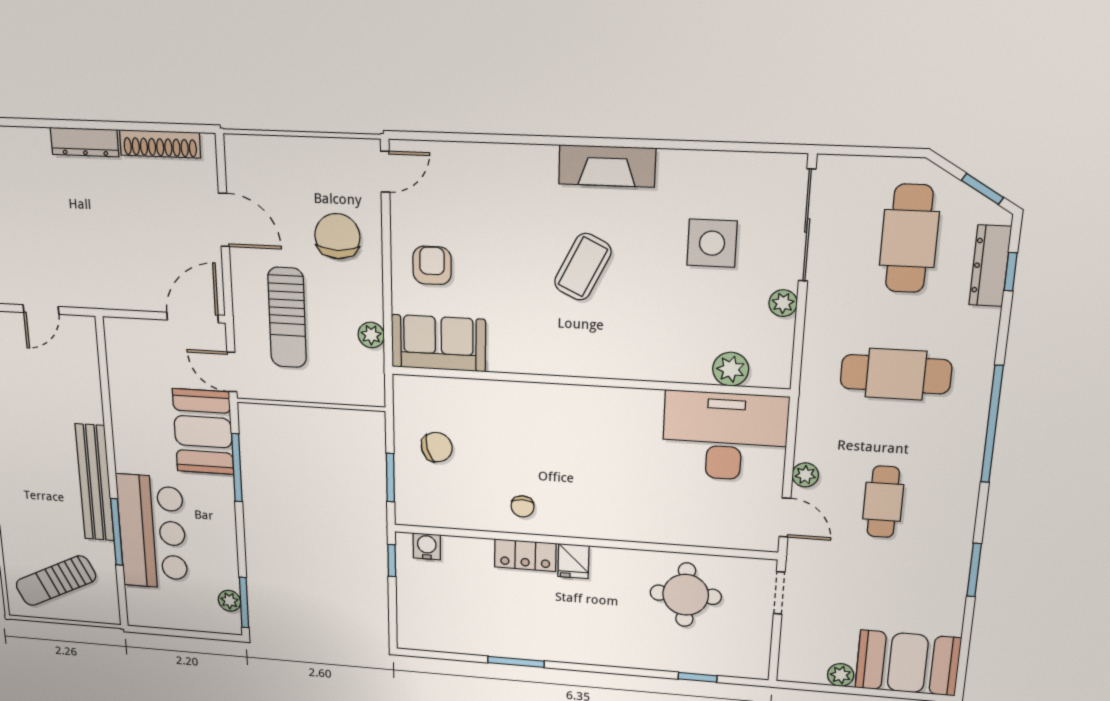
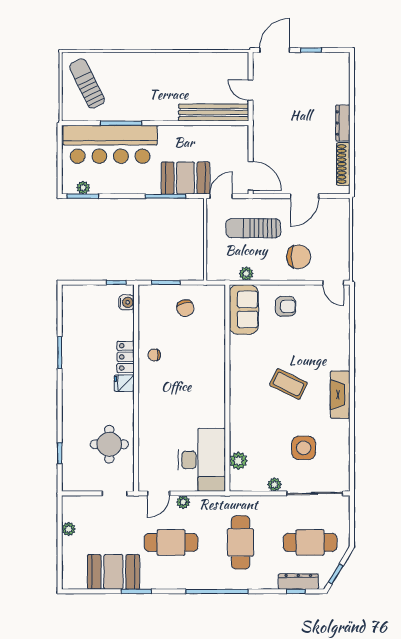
bench: (95, 483) -> (214, 112), moved
cafe table: (883, 502) -> (171, 542), width x1.37, depth x1.35
bar counter: (152, 532) -> (110, 144), width x1.36
booth: (908, 663) -> (113, 572), moved, turned 90

